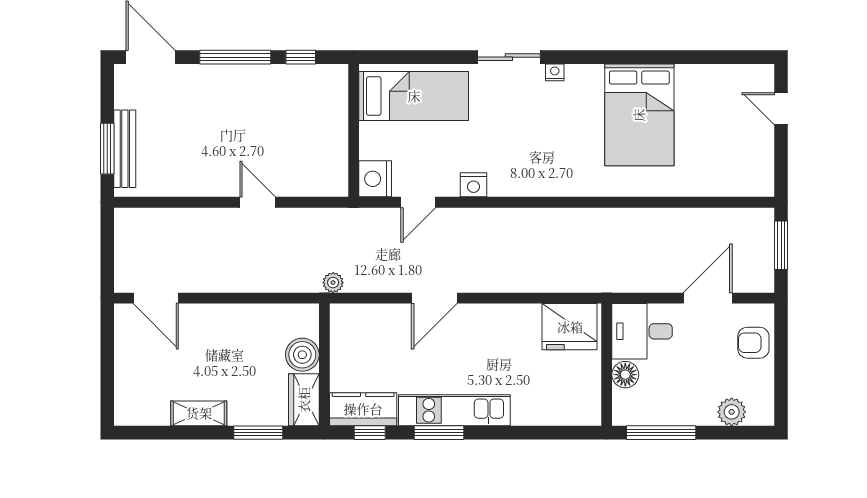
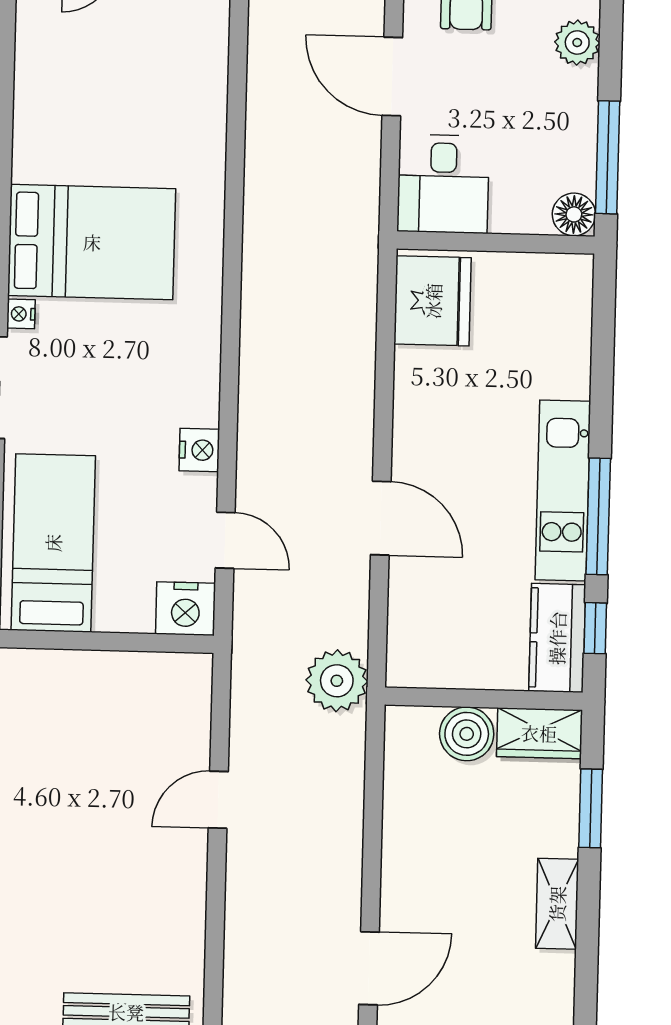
bed: (639, 115) -> (92, 242), moved
plant: (333, 283) -> (337, 681), width x1.87, depth x1.87
floor lamp: (625, 375) -> (574, 214), moved
window: (439, 433) -> (598, 516), width x1.44

